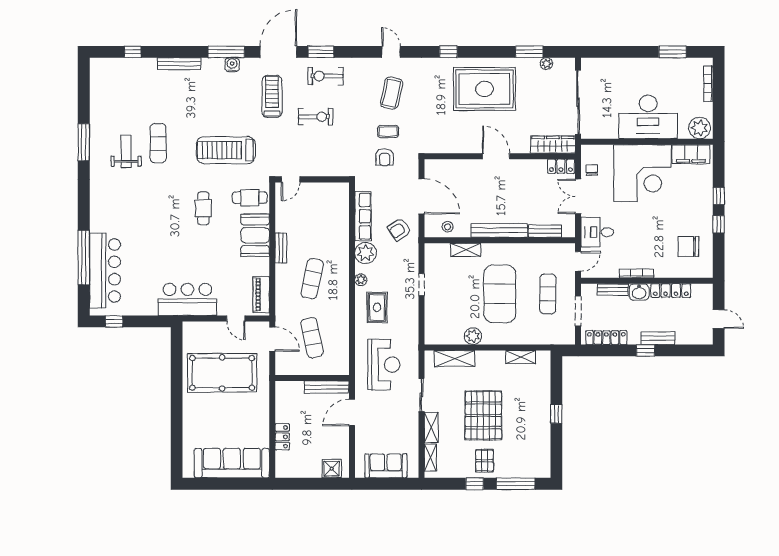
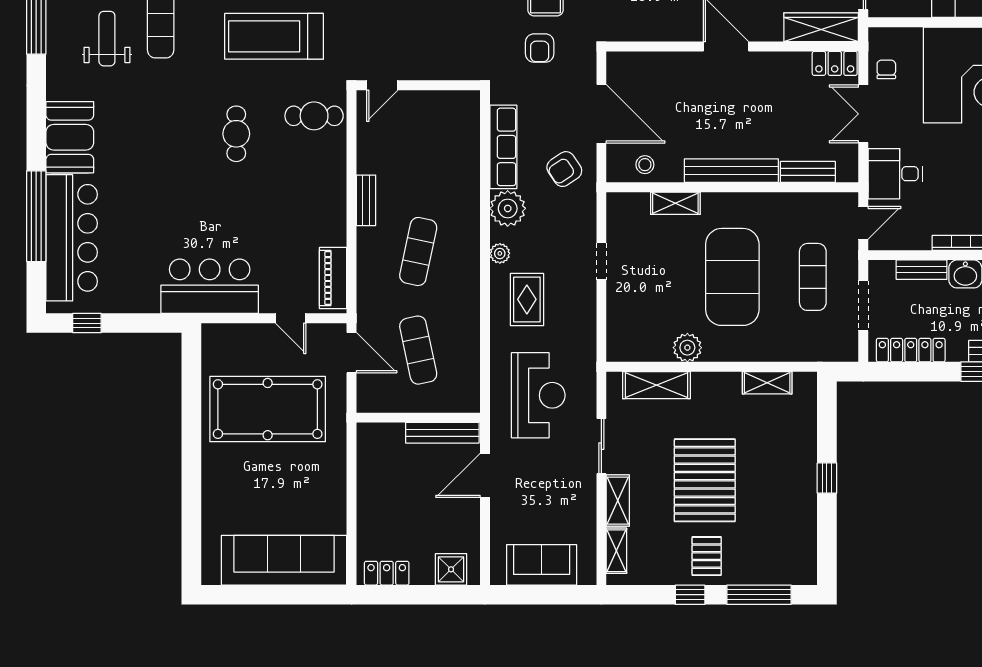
booth: (255, 235) -> (70, 137), moved
locker: (282, 437) -> (387, 573), moved, turned -90

